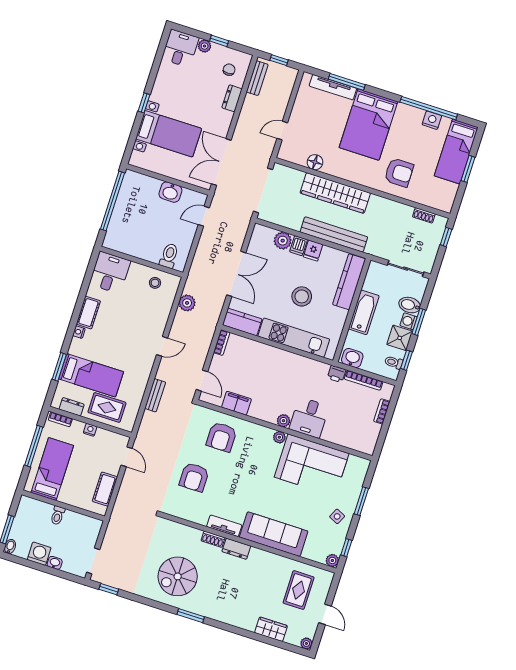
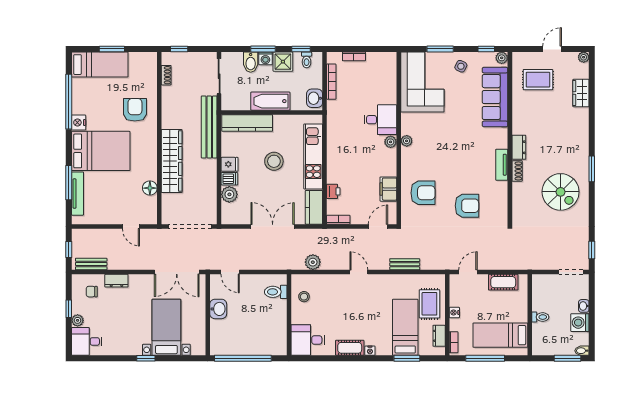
nightstand: (432, 120) -> (79, 122), moved
bench: (334, 234) -> (209, 127), moved
printer: (337, 374) -> (333, 191), moved
corner sofa: (312, 465) -> (422, 82), moved
sofa: (274, 534) -> (495, 97), moved

